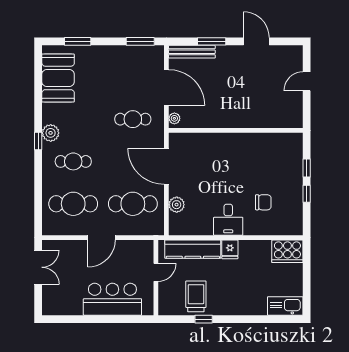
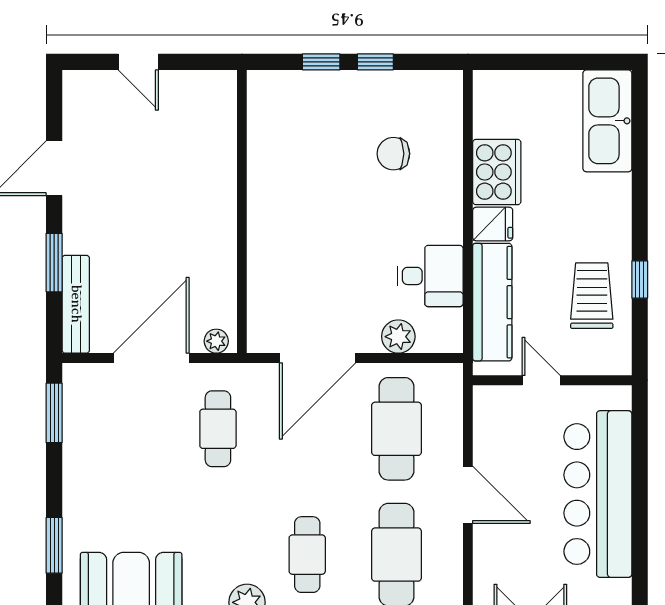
chair: (263, 202) -> (393, 154), turned -90
desk: (228, 220) -> (430, 276), moved
cooker: (287, 251) -> (497, 172), moved
trolley: (196, 296) -> (592, 296), turned 90
bar counter: (112, 299) -> (598, 494), width x1.36
kitchen sink: (285, 306) -> (607, 121), width x1.36, depth x1.24

